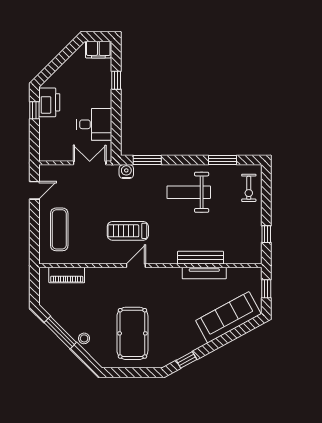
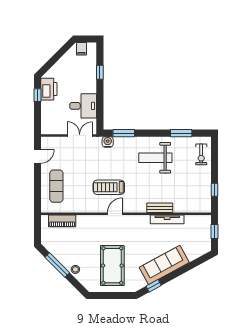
filing cabinet: (98, 50) -> (81, 49), width x0.50
bench: (201, 258) -> (160, 208), width x0.73
sofa: (228, 317) -> (164, 265), moved

